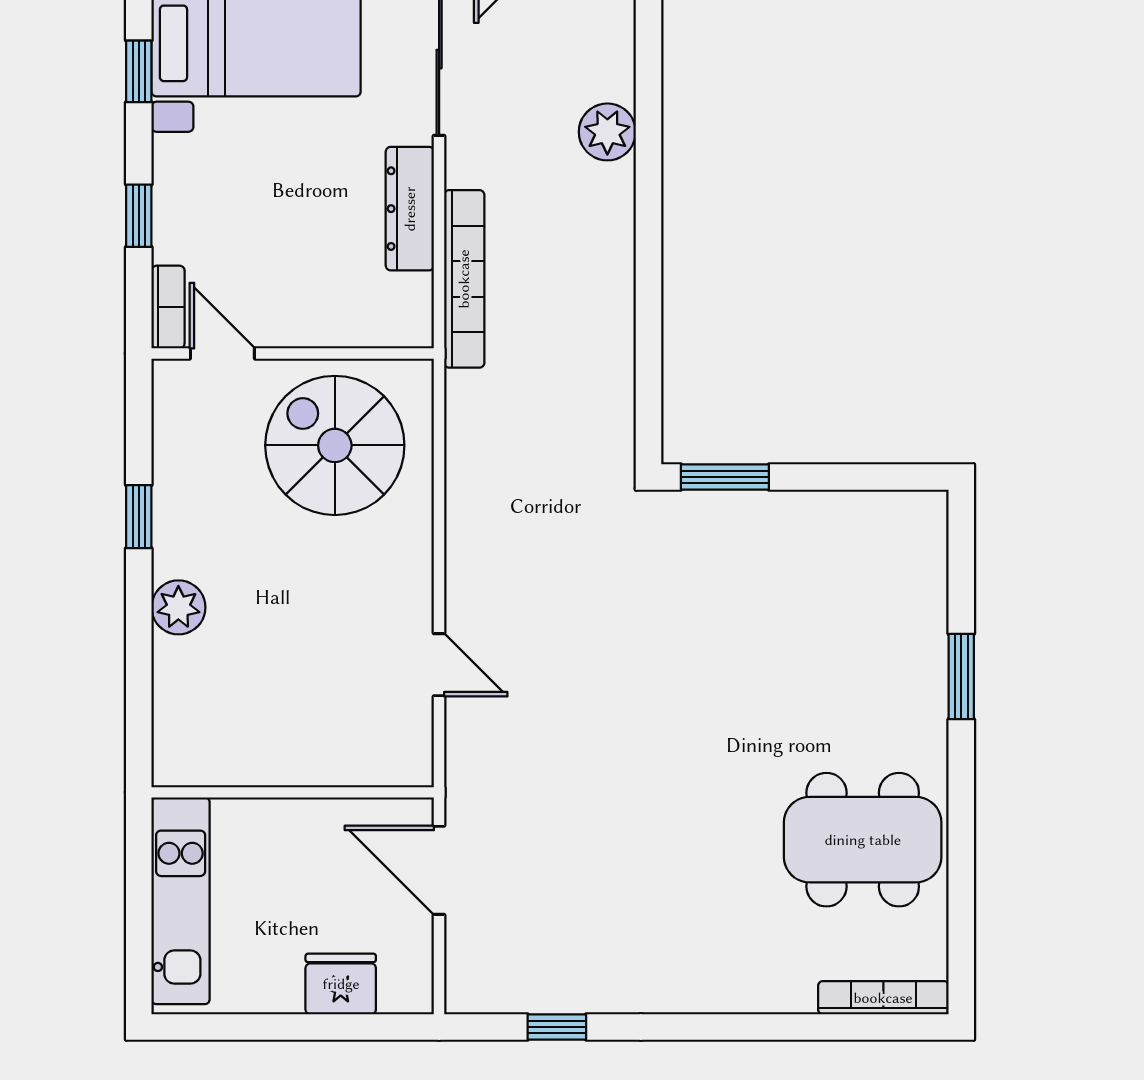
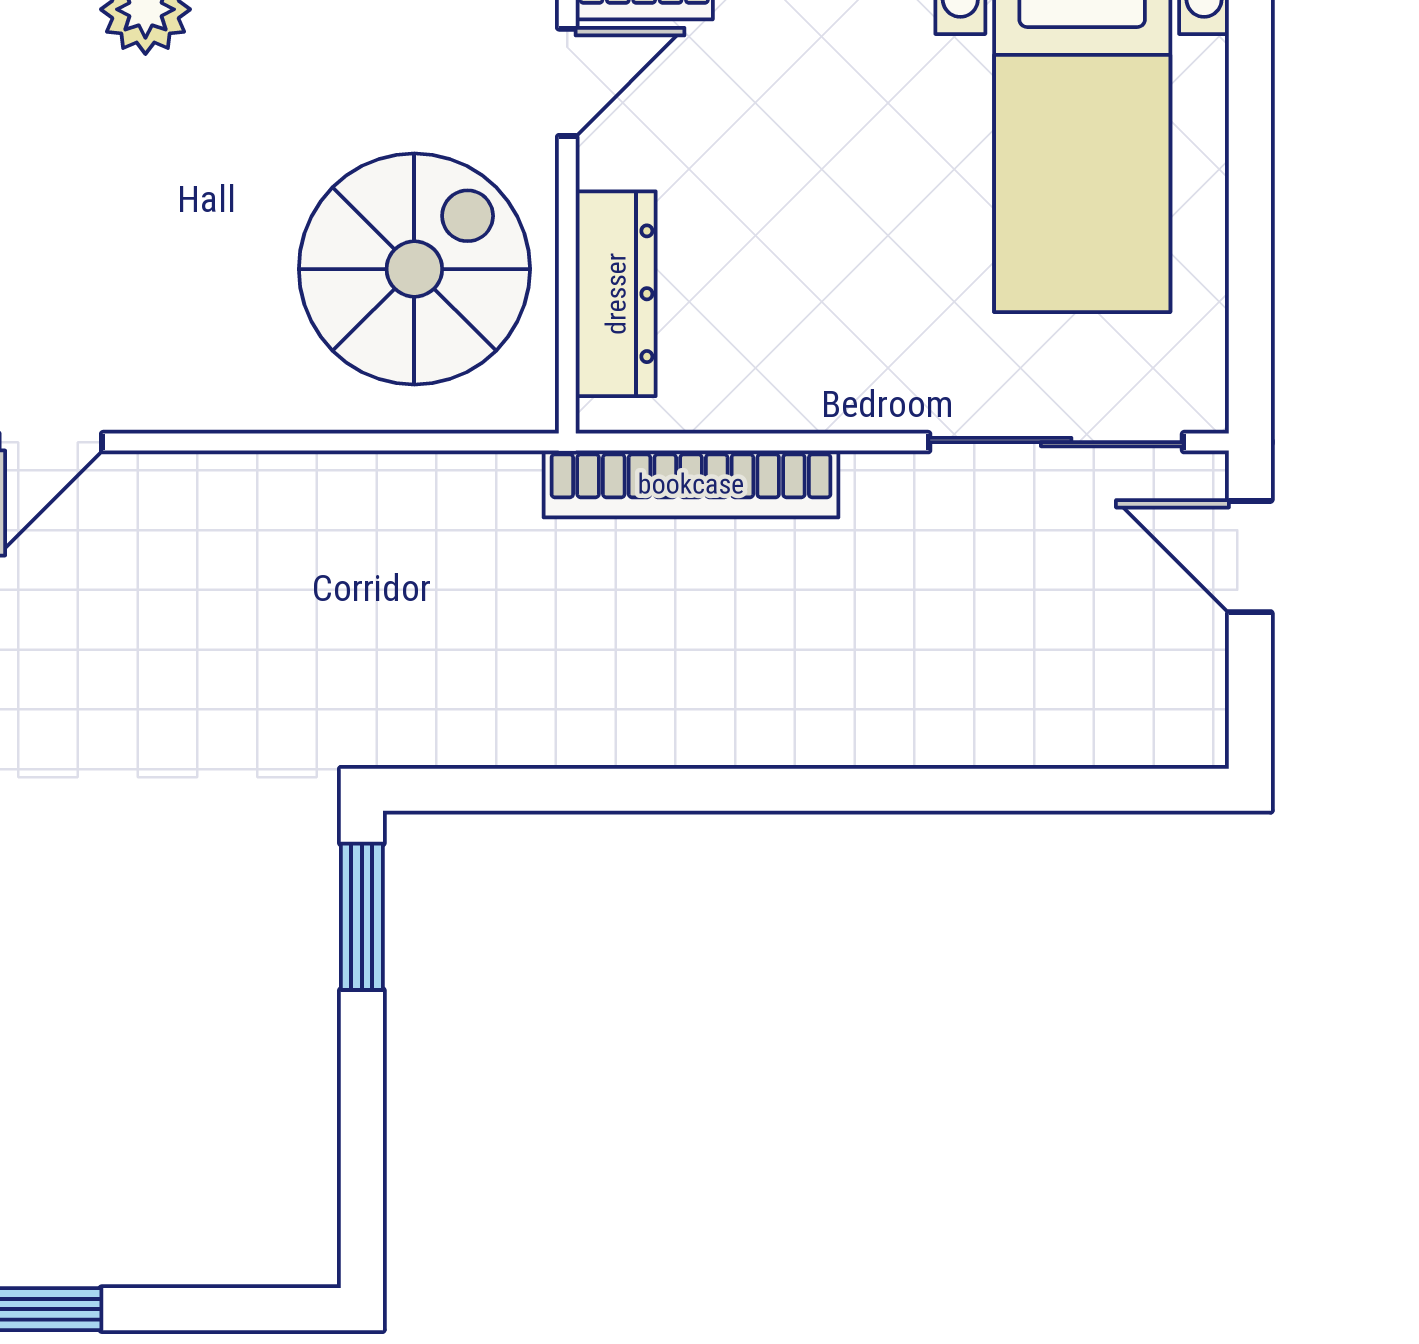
plant: (607, 132) -> (935, 722), removed
dresser: (410, 209) -> (616, 294), moved, turned 90

